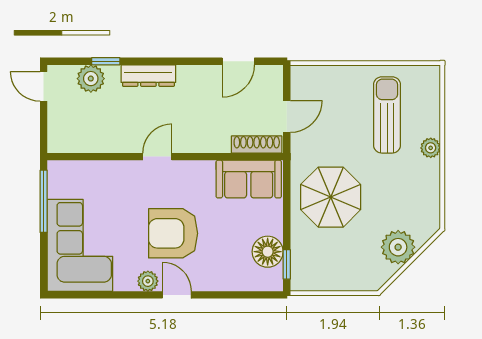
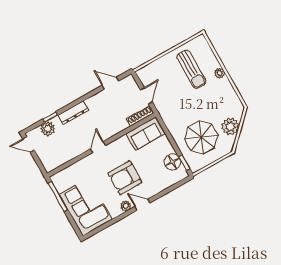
door: (238, 61) -> (110, 83), swing flipped
sun lounger: (387, 115) -> (191, 69), turned 180
parasol: (331, 197) -> (201, 137), moved

